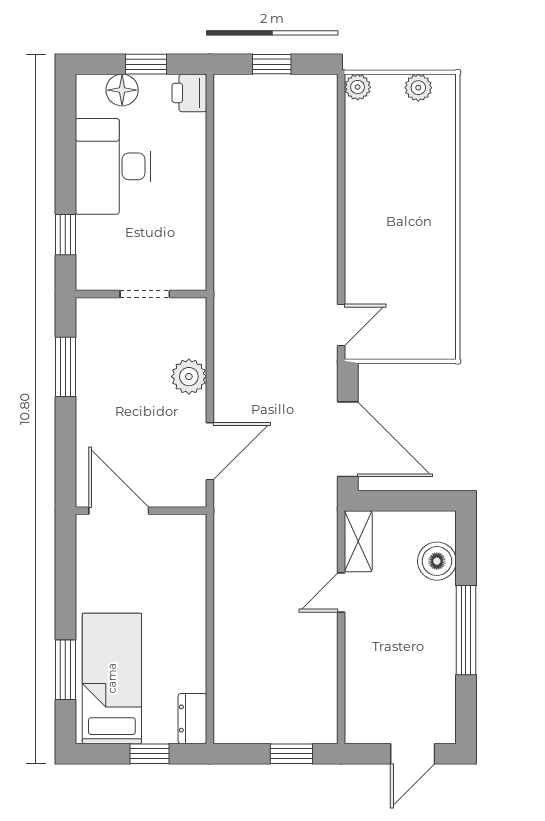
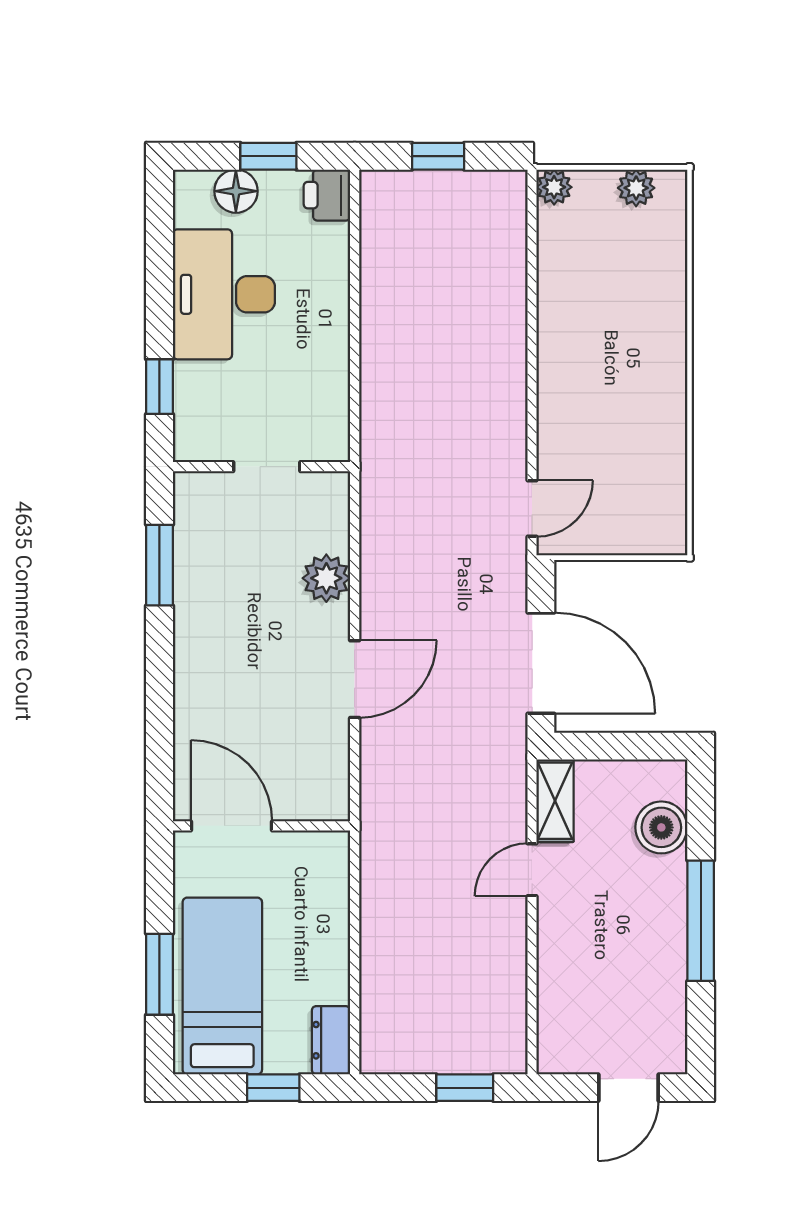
door: (119, 511) -> (231, 826), moved
wall: (141, 511) -> (261, 826), moved

